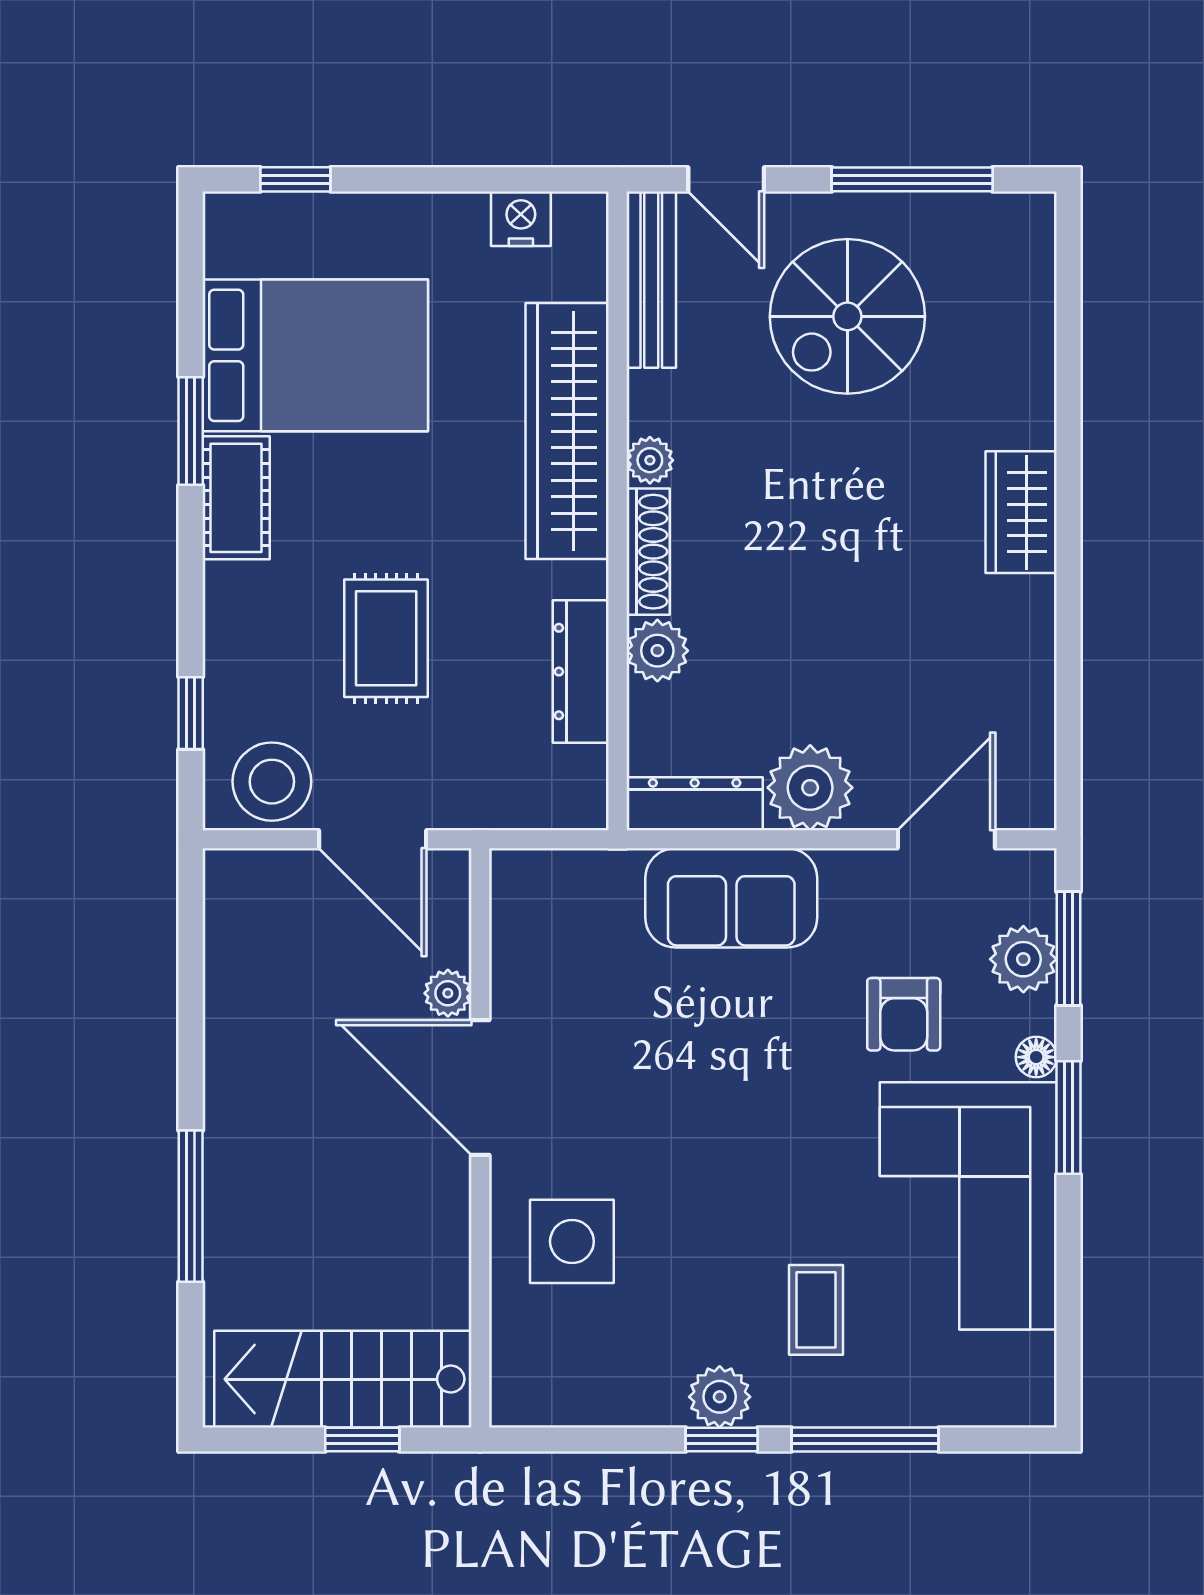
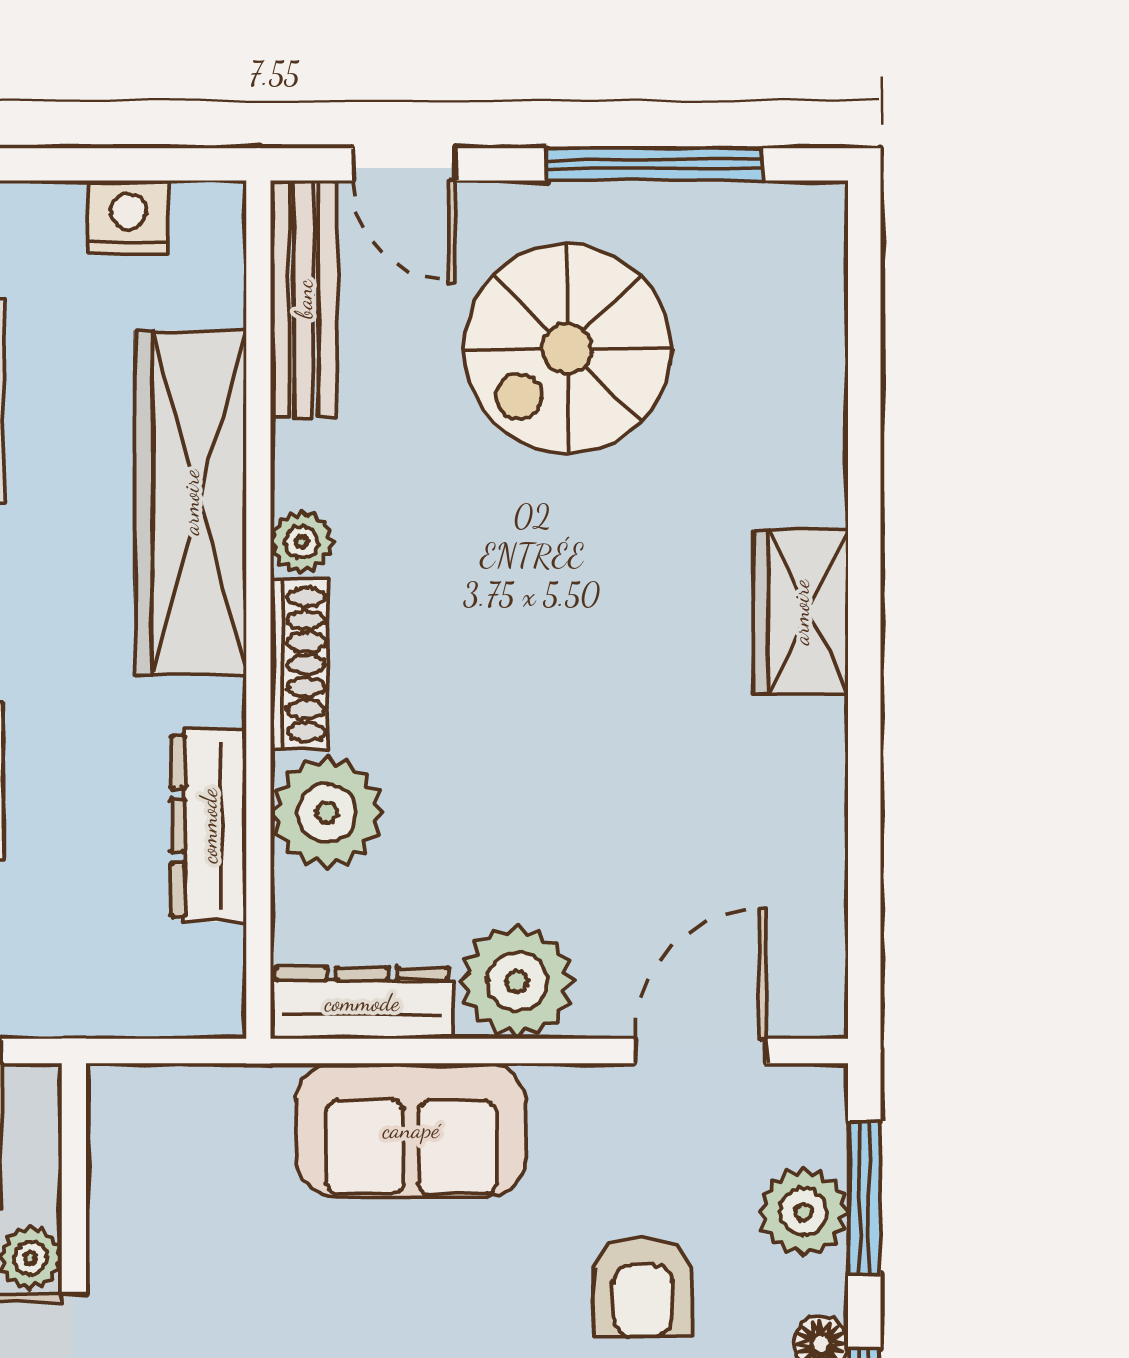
plant: (657, 651) -> (327, 813), width x1.36, depth x1.36

